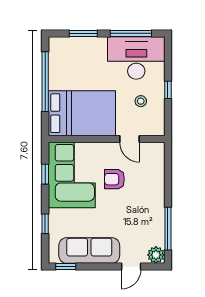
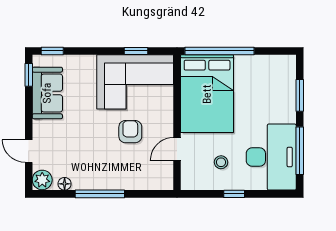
window: (45, 82) -> (220, 51), moved
window: (45, 224) -> (52, 51), moved
window: (168, 229) -> (100, 194), moved
floor lamp: (159, 236) -> (65, 184), added
sofa: (89, 250) -> (47, 93), width x0.73

